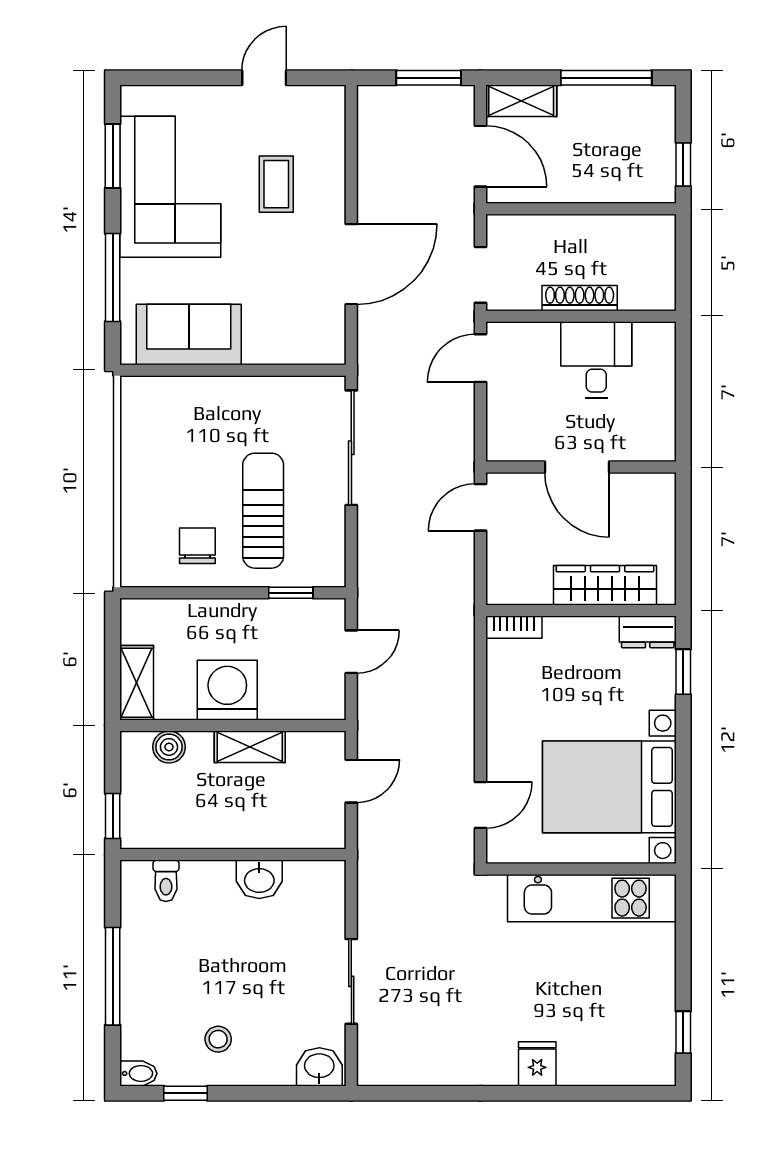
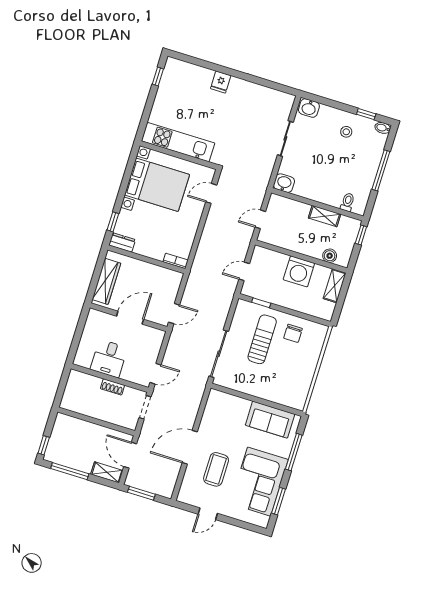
window: (683, 165) -> (44, 445), moved
coffee table: (276, 184) -> (216, 469), width x1.36, depth x1.30
door: (351, 264) -> (190, 447), moved
shoe rack: (580, 298) -> (113, 387), width x0.70
door: (577, 467) -> (130, 318), hinge flipped
sun lounger: (263, 511) -> (262, 339), turned 180
wardrobe: (605, 585) -> (106, 281), moved, turned -90
shelving: (250, 747) -> (324, 216), moved
washbasin: (259, 879) -> (284, 183), moved

